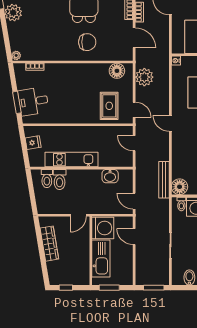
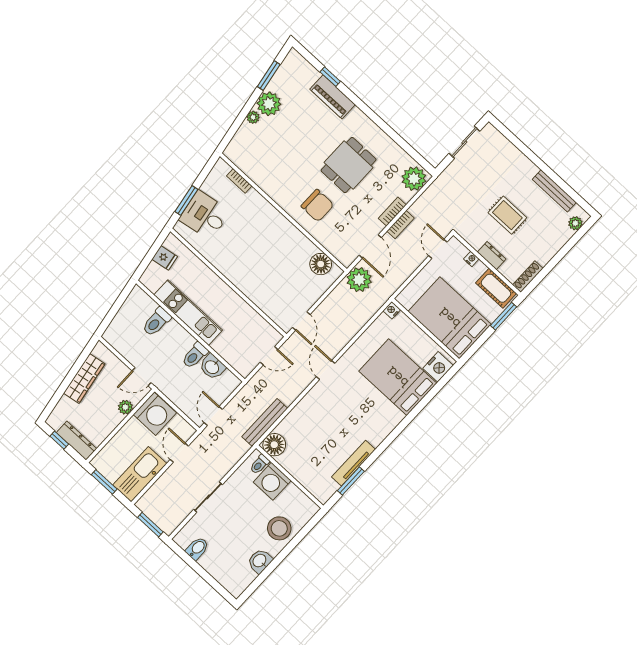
plant: (16, 55) -> (253, 117), moved
plant: (144, 77) -> (359, 280), moved
rug: (109, 106) -> (279, 293), removed
door: (134, 143) -> (269, 356), swing flipped
toilet: (47, 179) -> (195, 355), moved
plant: (84, 239) -> (125, 407), added
kitchen sink: (101, 258) -> (140, 474), moved, turned 180
dresser: (75, 280) -> (77, 441), added

